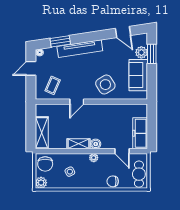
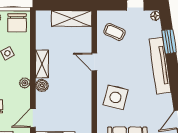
side table: (105, 85) -> (115, 97), turned 45
shelving: (42, 133) -> (72, 18), moved
chair: (45, 164) -> (17, 23), turned -90

